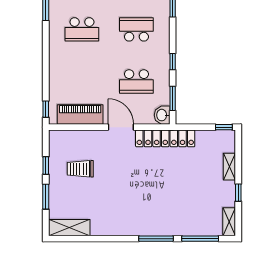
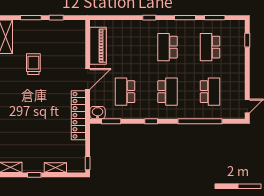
window: (173, 62) -> (151, 121), moved
window: (46, 109) -> (149, 18), moved
trolley: (80, 169) -> (33, 64), moved

